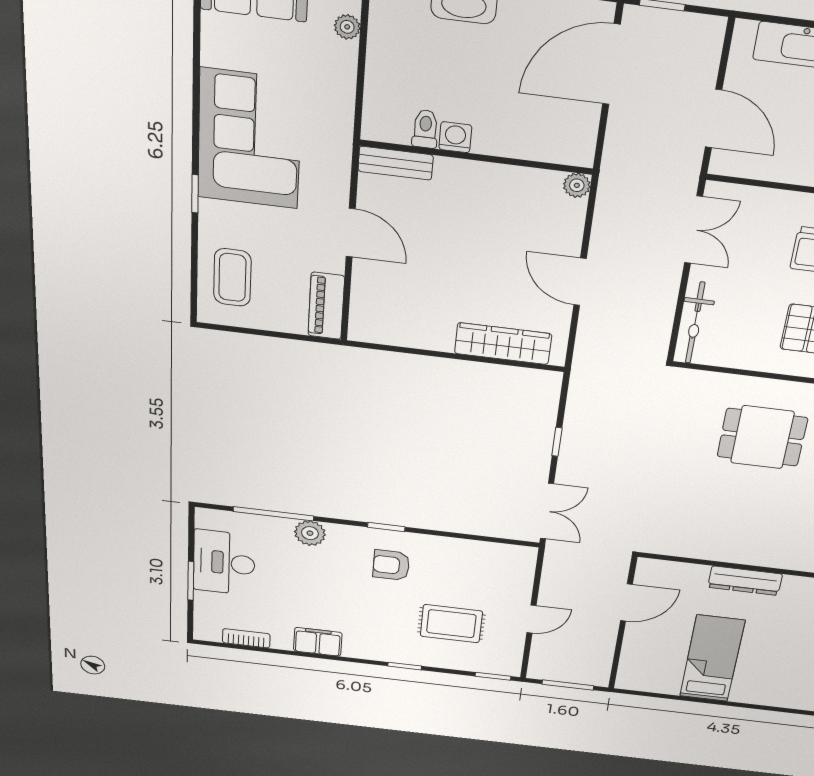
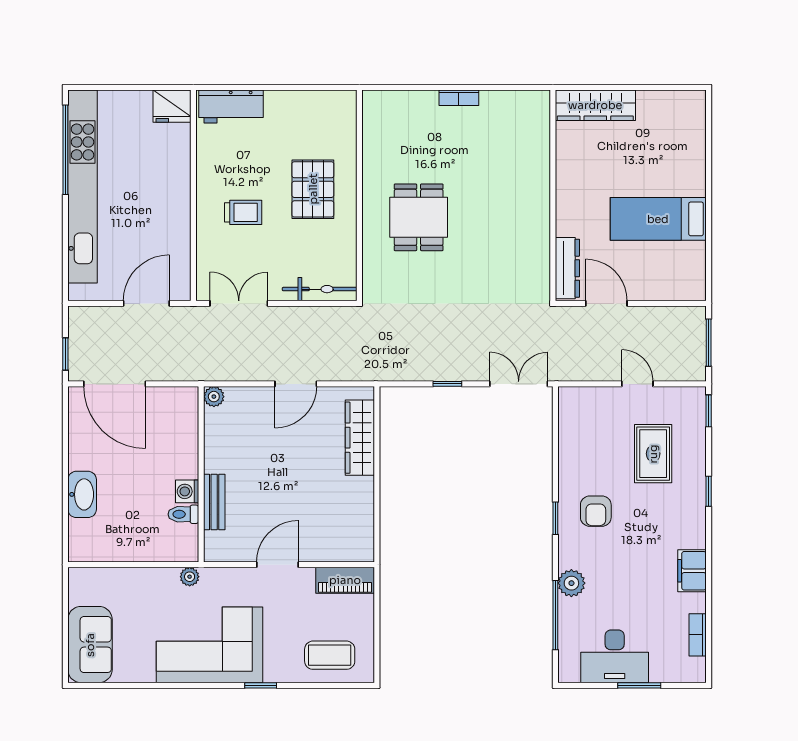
plant: (347, 27) -> (190, 577), moved
bench: (396, 163) -> (214, 502), moved
dresser: (745, 581) -> (567, 268), moved

